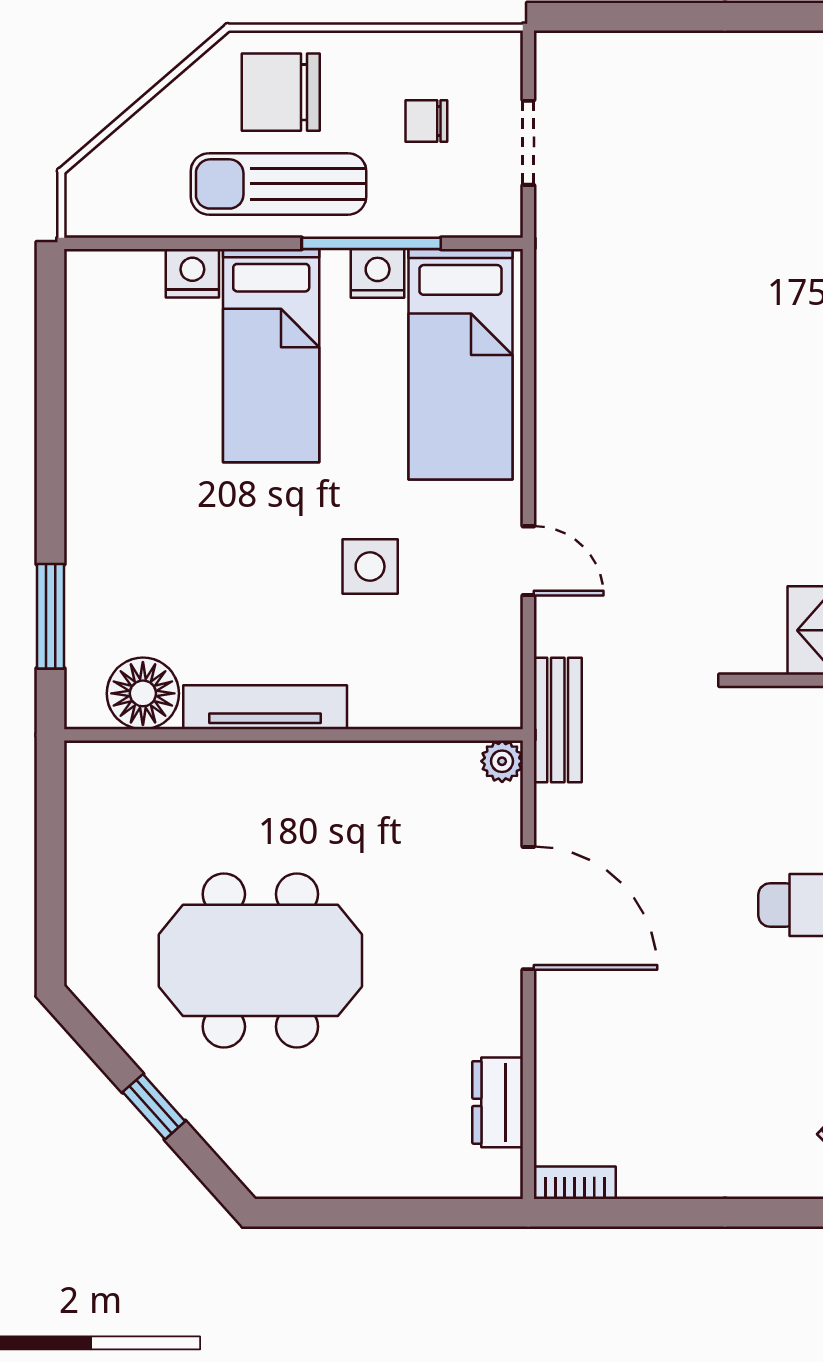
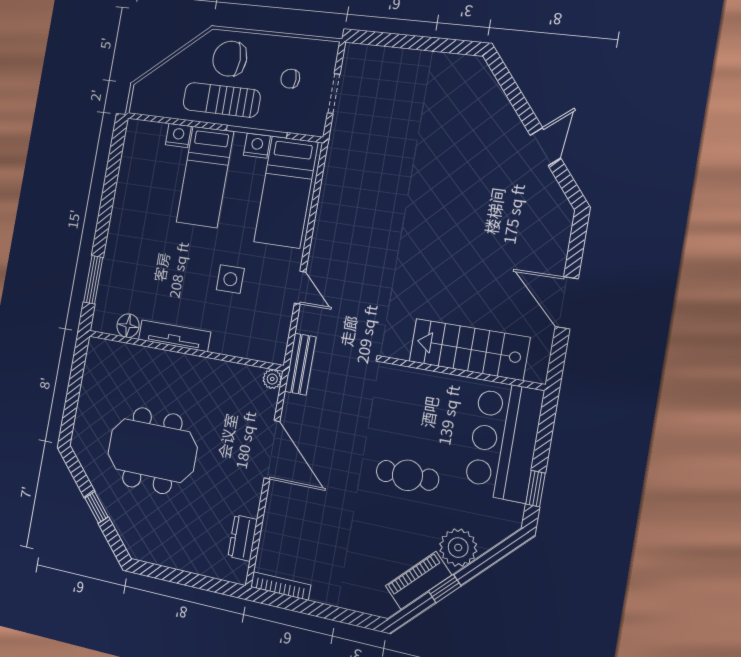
floor lamp: (143, 693) -> (128, 326), width x0.73, depth x0.73
bookcase: (575, 1183) -> (281, 586), width x1.56

